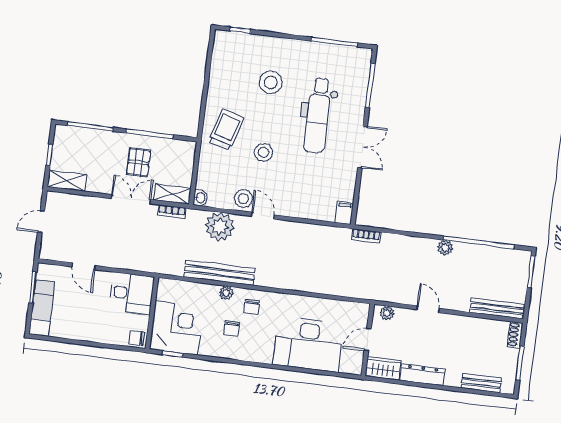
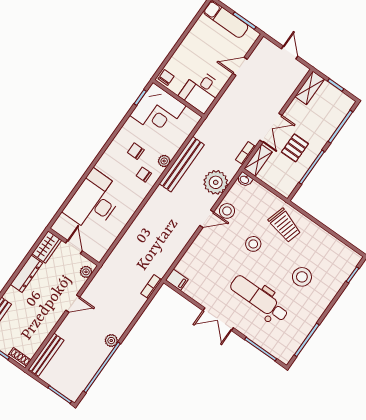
pallet: (139, 162) -> (295, 148), turned 90

